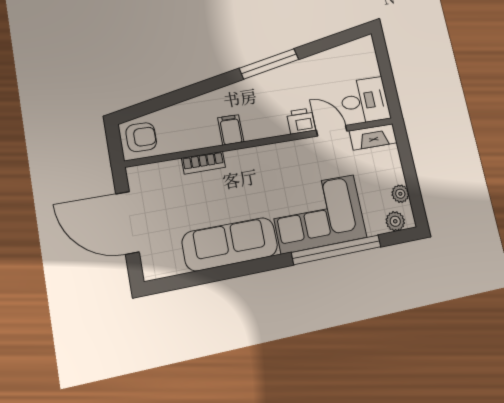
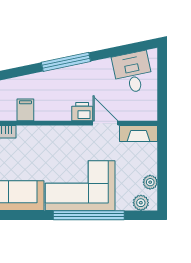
desk: (365, 101) -> (133, 72), moved, turned -102

